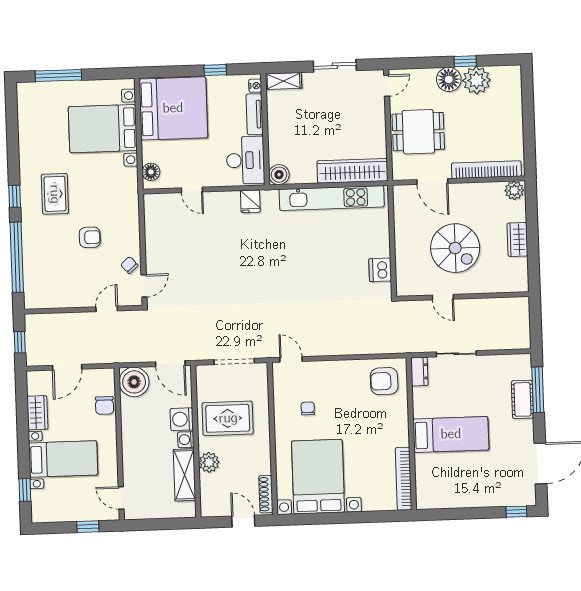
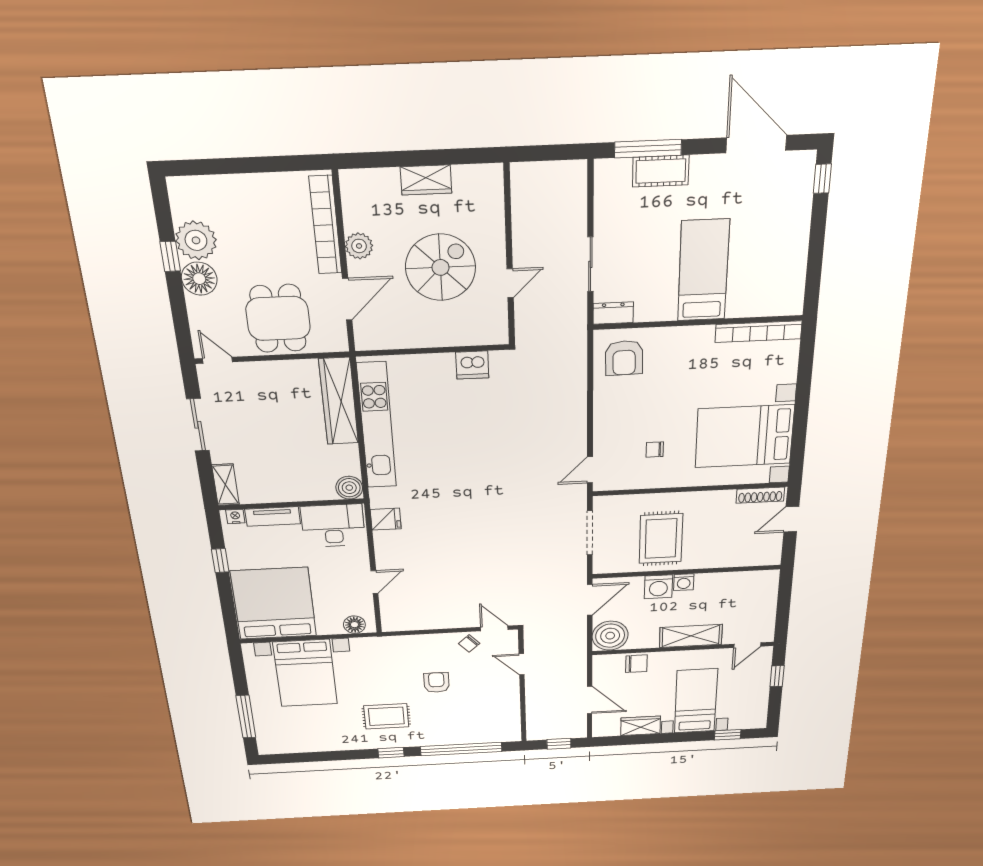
plant: (514, 190) -> (359, 246), moved
plant: (209, 462) -> (714, 557), removed
shelving: (184, 475) -> (691, 636), moved

